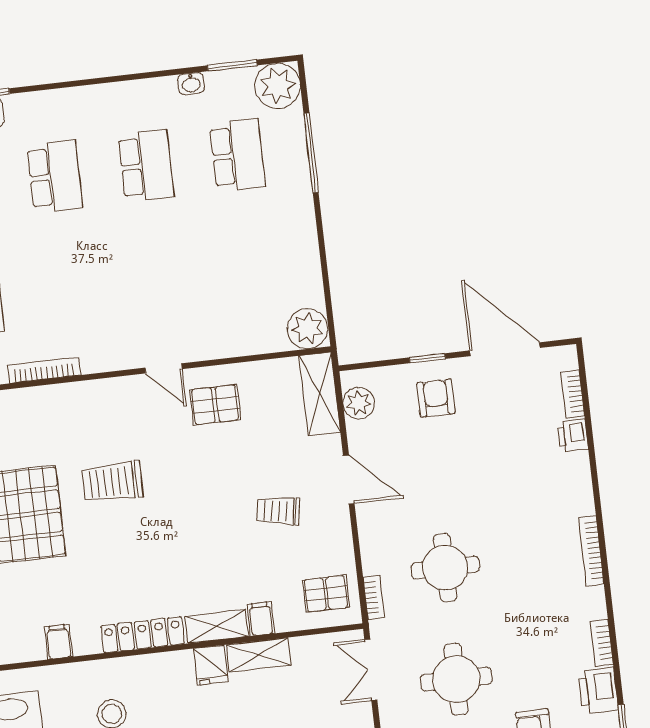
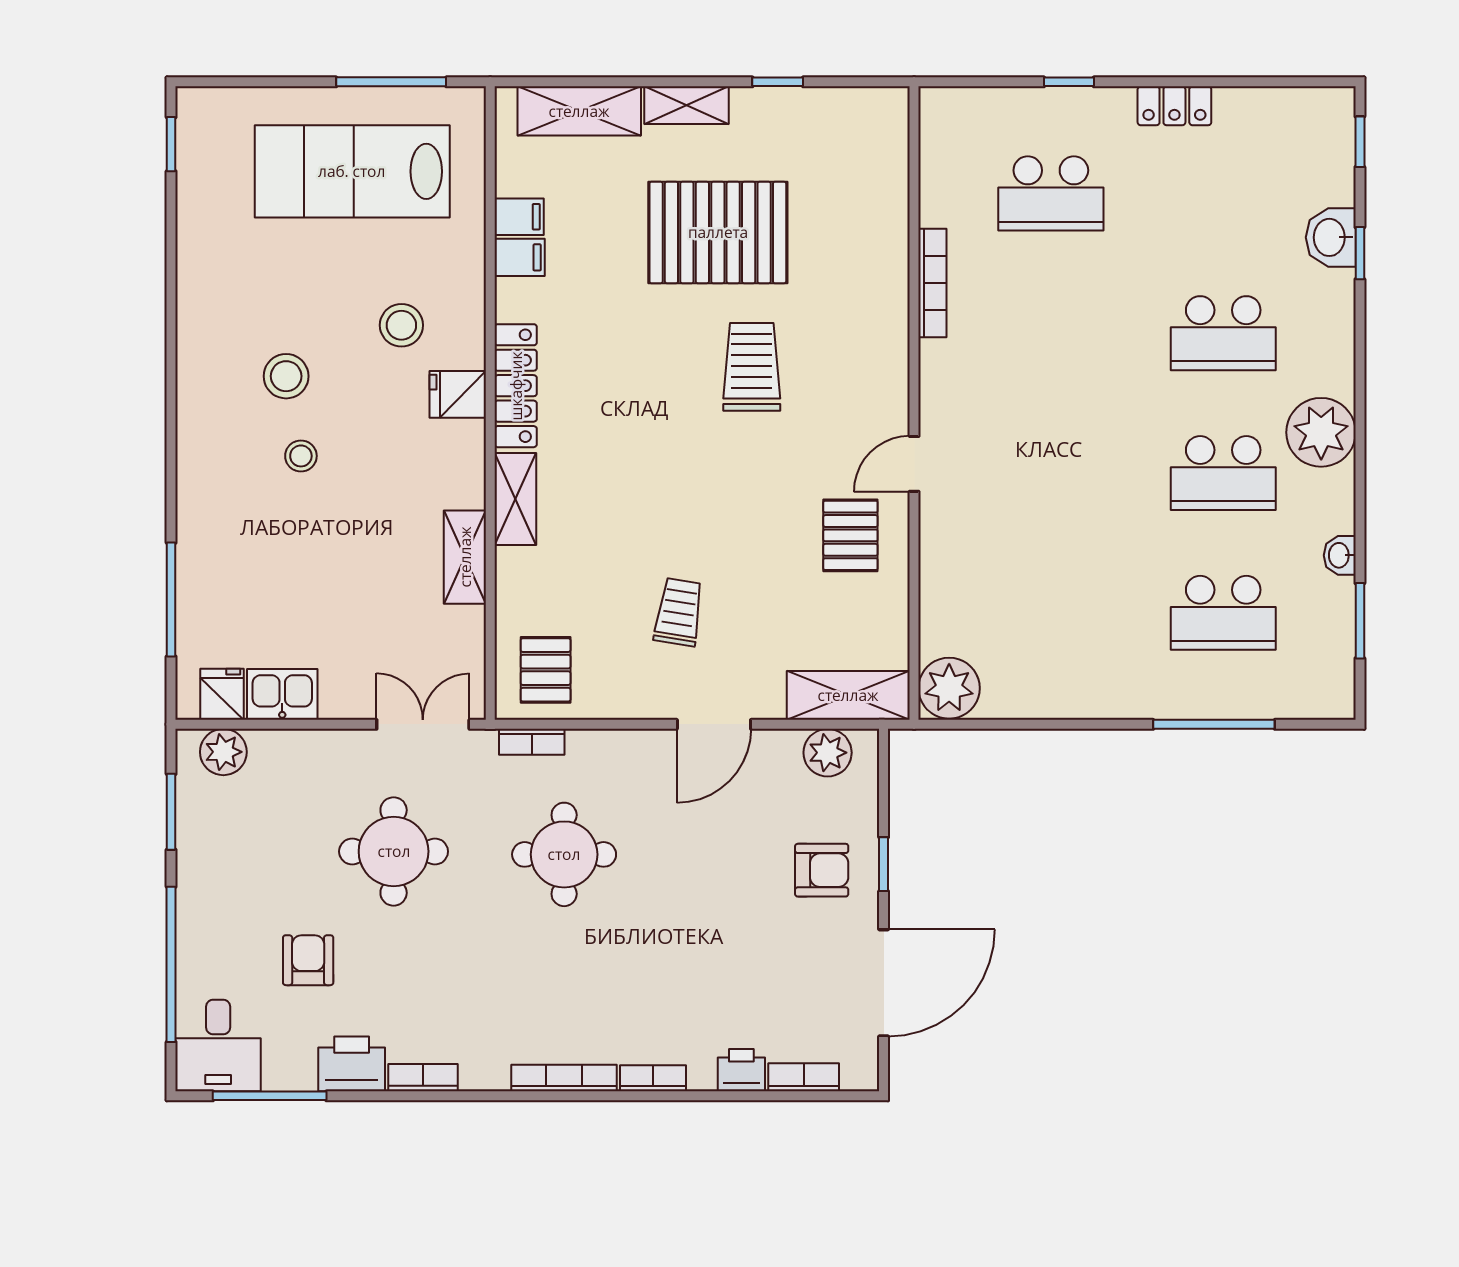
plant: (278, 86) -> (1321, 432), moved
bookcase: (585, 493) -> (653, 1078), added
filing cabinet: (261, 619) -> (519, 217), moved
fridge: (211, 665) -> (458, 394), moved

